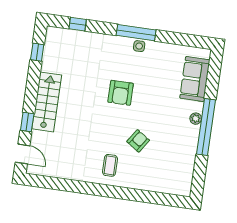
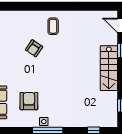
armchair: (121, 93) -> (29, 101), moved

